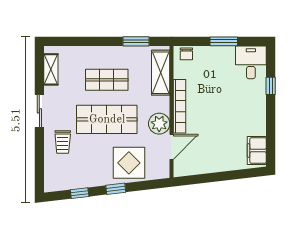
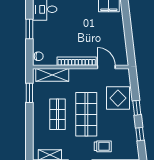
plant: (159, 124) -> (89, 76), removed

